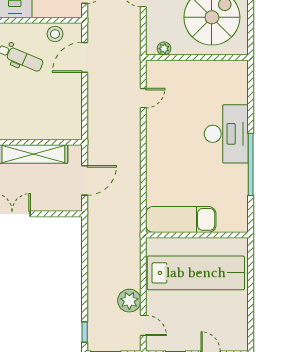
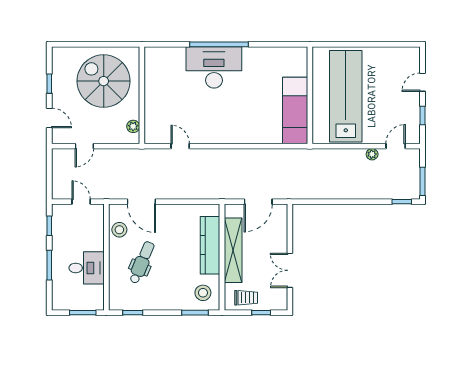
kitchen counter: (39, 130) -> (210, 245), added
window: (251, 164) -> (219, 44), moved
door: (85, 180) -> (258, 202), swing flipped
plant: (129, 301) -> (372, 154), width x0.53, depth x0.53

